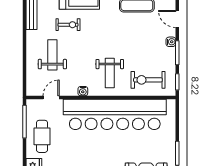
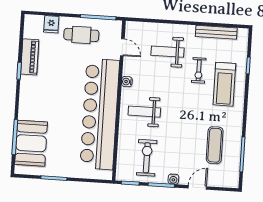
weight bench: (52, 55) -> (168, 52), turned 180
exercise bike: (148, 80) -> (147, 158), moved

